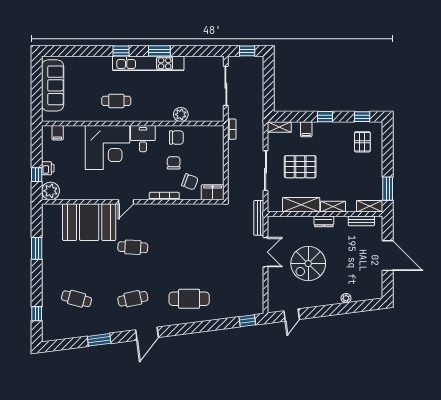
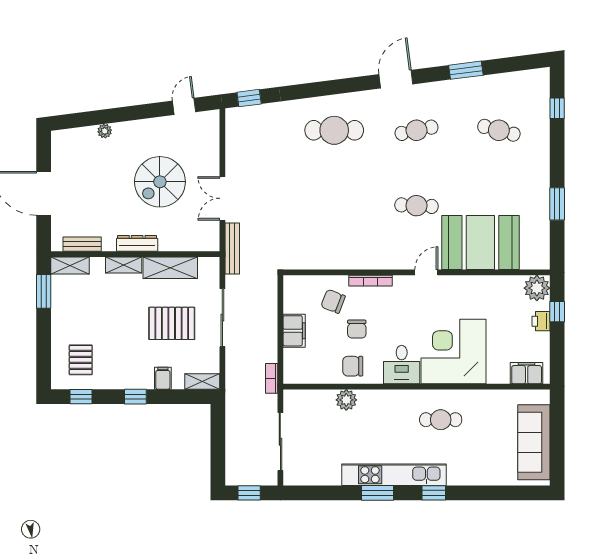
filing cabinet: (58, 133) -> (527, 373), width x2.00
filing cabinet: (213, 192) -> (294, 331), moved, turned -90
dresser: (324, 221) -> (137, 243), width x1.44
spiral stairs: (308, 264) -> (160, 182), turned 180

